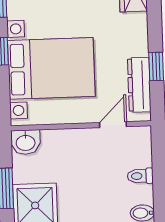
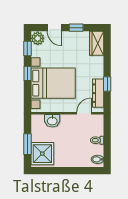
washbasin: (26, 142) -> (52, 121), moved

